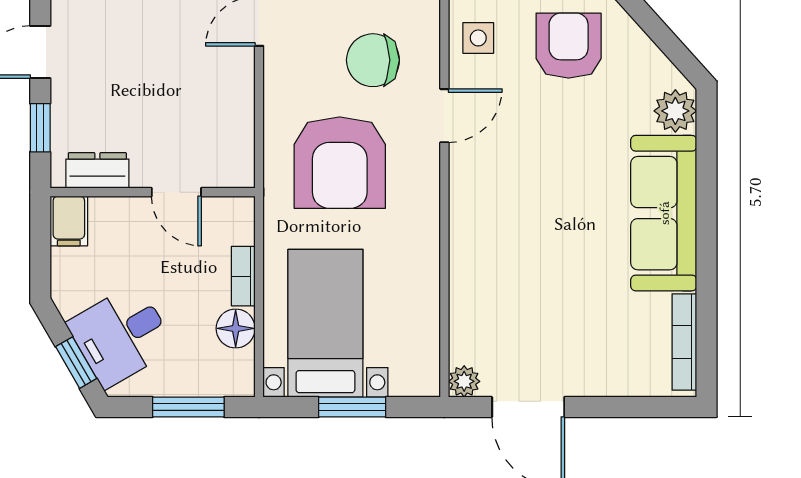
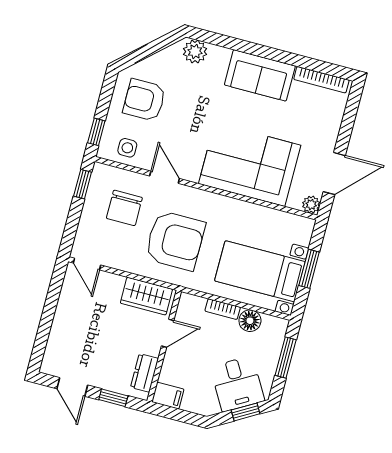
wardrobe: (231, 139) -> (146, 296), added
sofa: (664, 213) -> (260, 75), width x0.73
corner sofa: (505, 257) -> (250, 165), added

